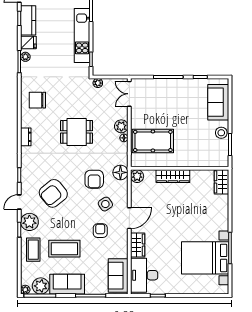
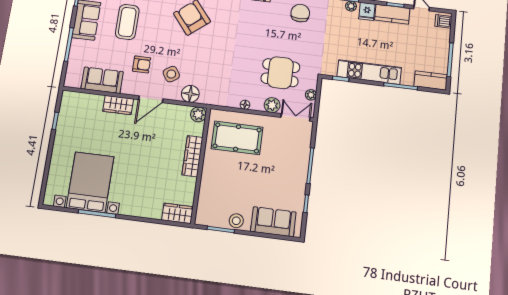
plant: (98, 83) -> (311, 95), moved
plant: (121, 126) -> (272, 105), moved
dining table: (77, 132) -> (280, 73), moved, turned 90
pool table: (153, 141) -> (237, 138), turned 90
floor lamp: (120, 172) -> (190, 94), moved
armchair: (94, 179) -> (202, 65), removed
door: (129, 218) -> (151, 99), hinge flipped
desk: (144, 275) -> (82, 108), removed
sofa: (118, 276) -> (102, 80), moved

